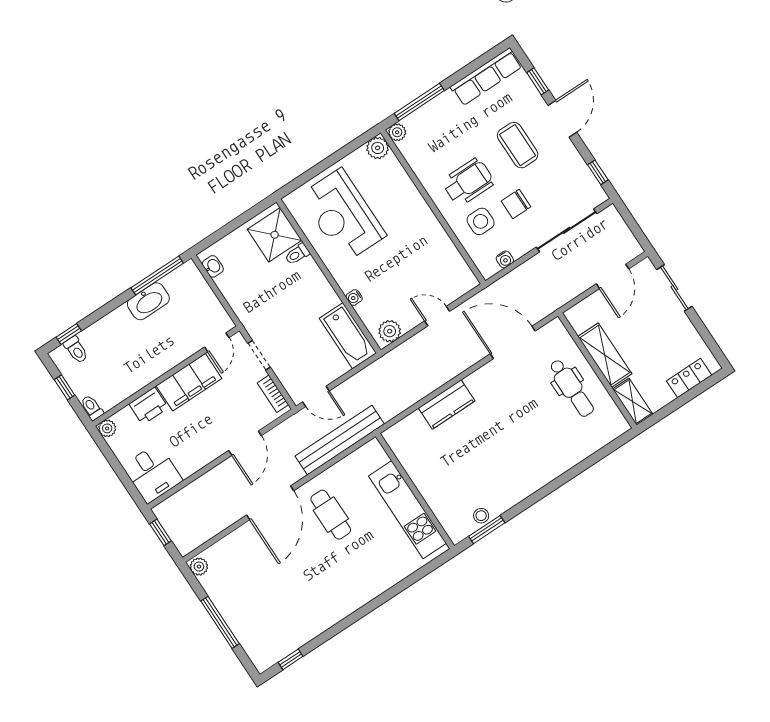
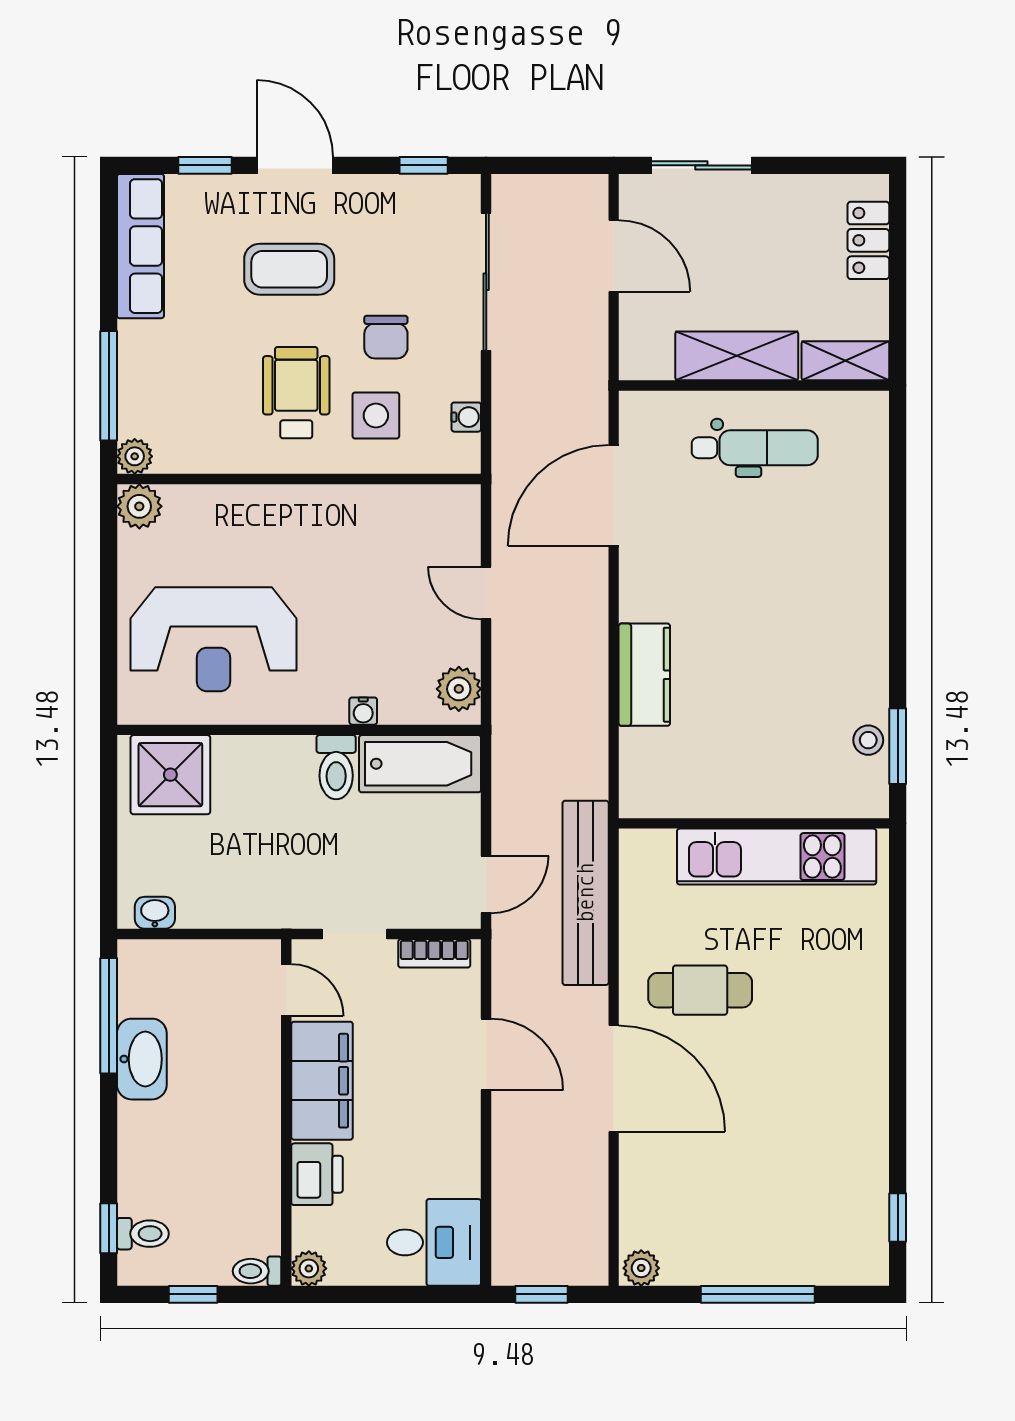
toilet: (297, 254) -> (336, 767), moved, width x1.37, depth x1.39
door: (437, 316) -> (486, 593), hinge flipped

